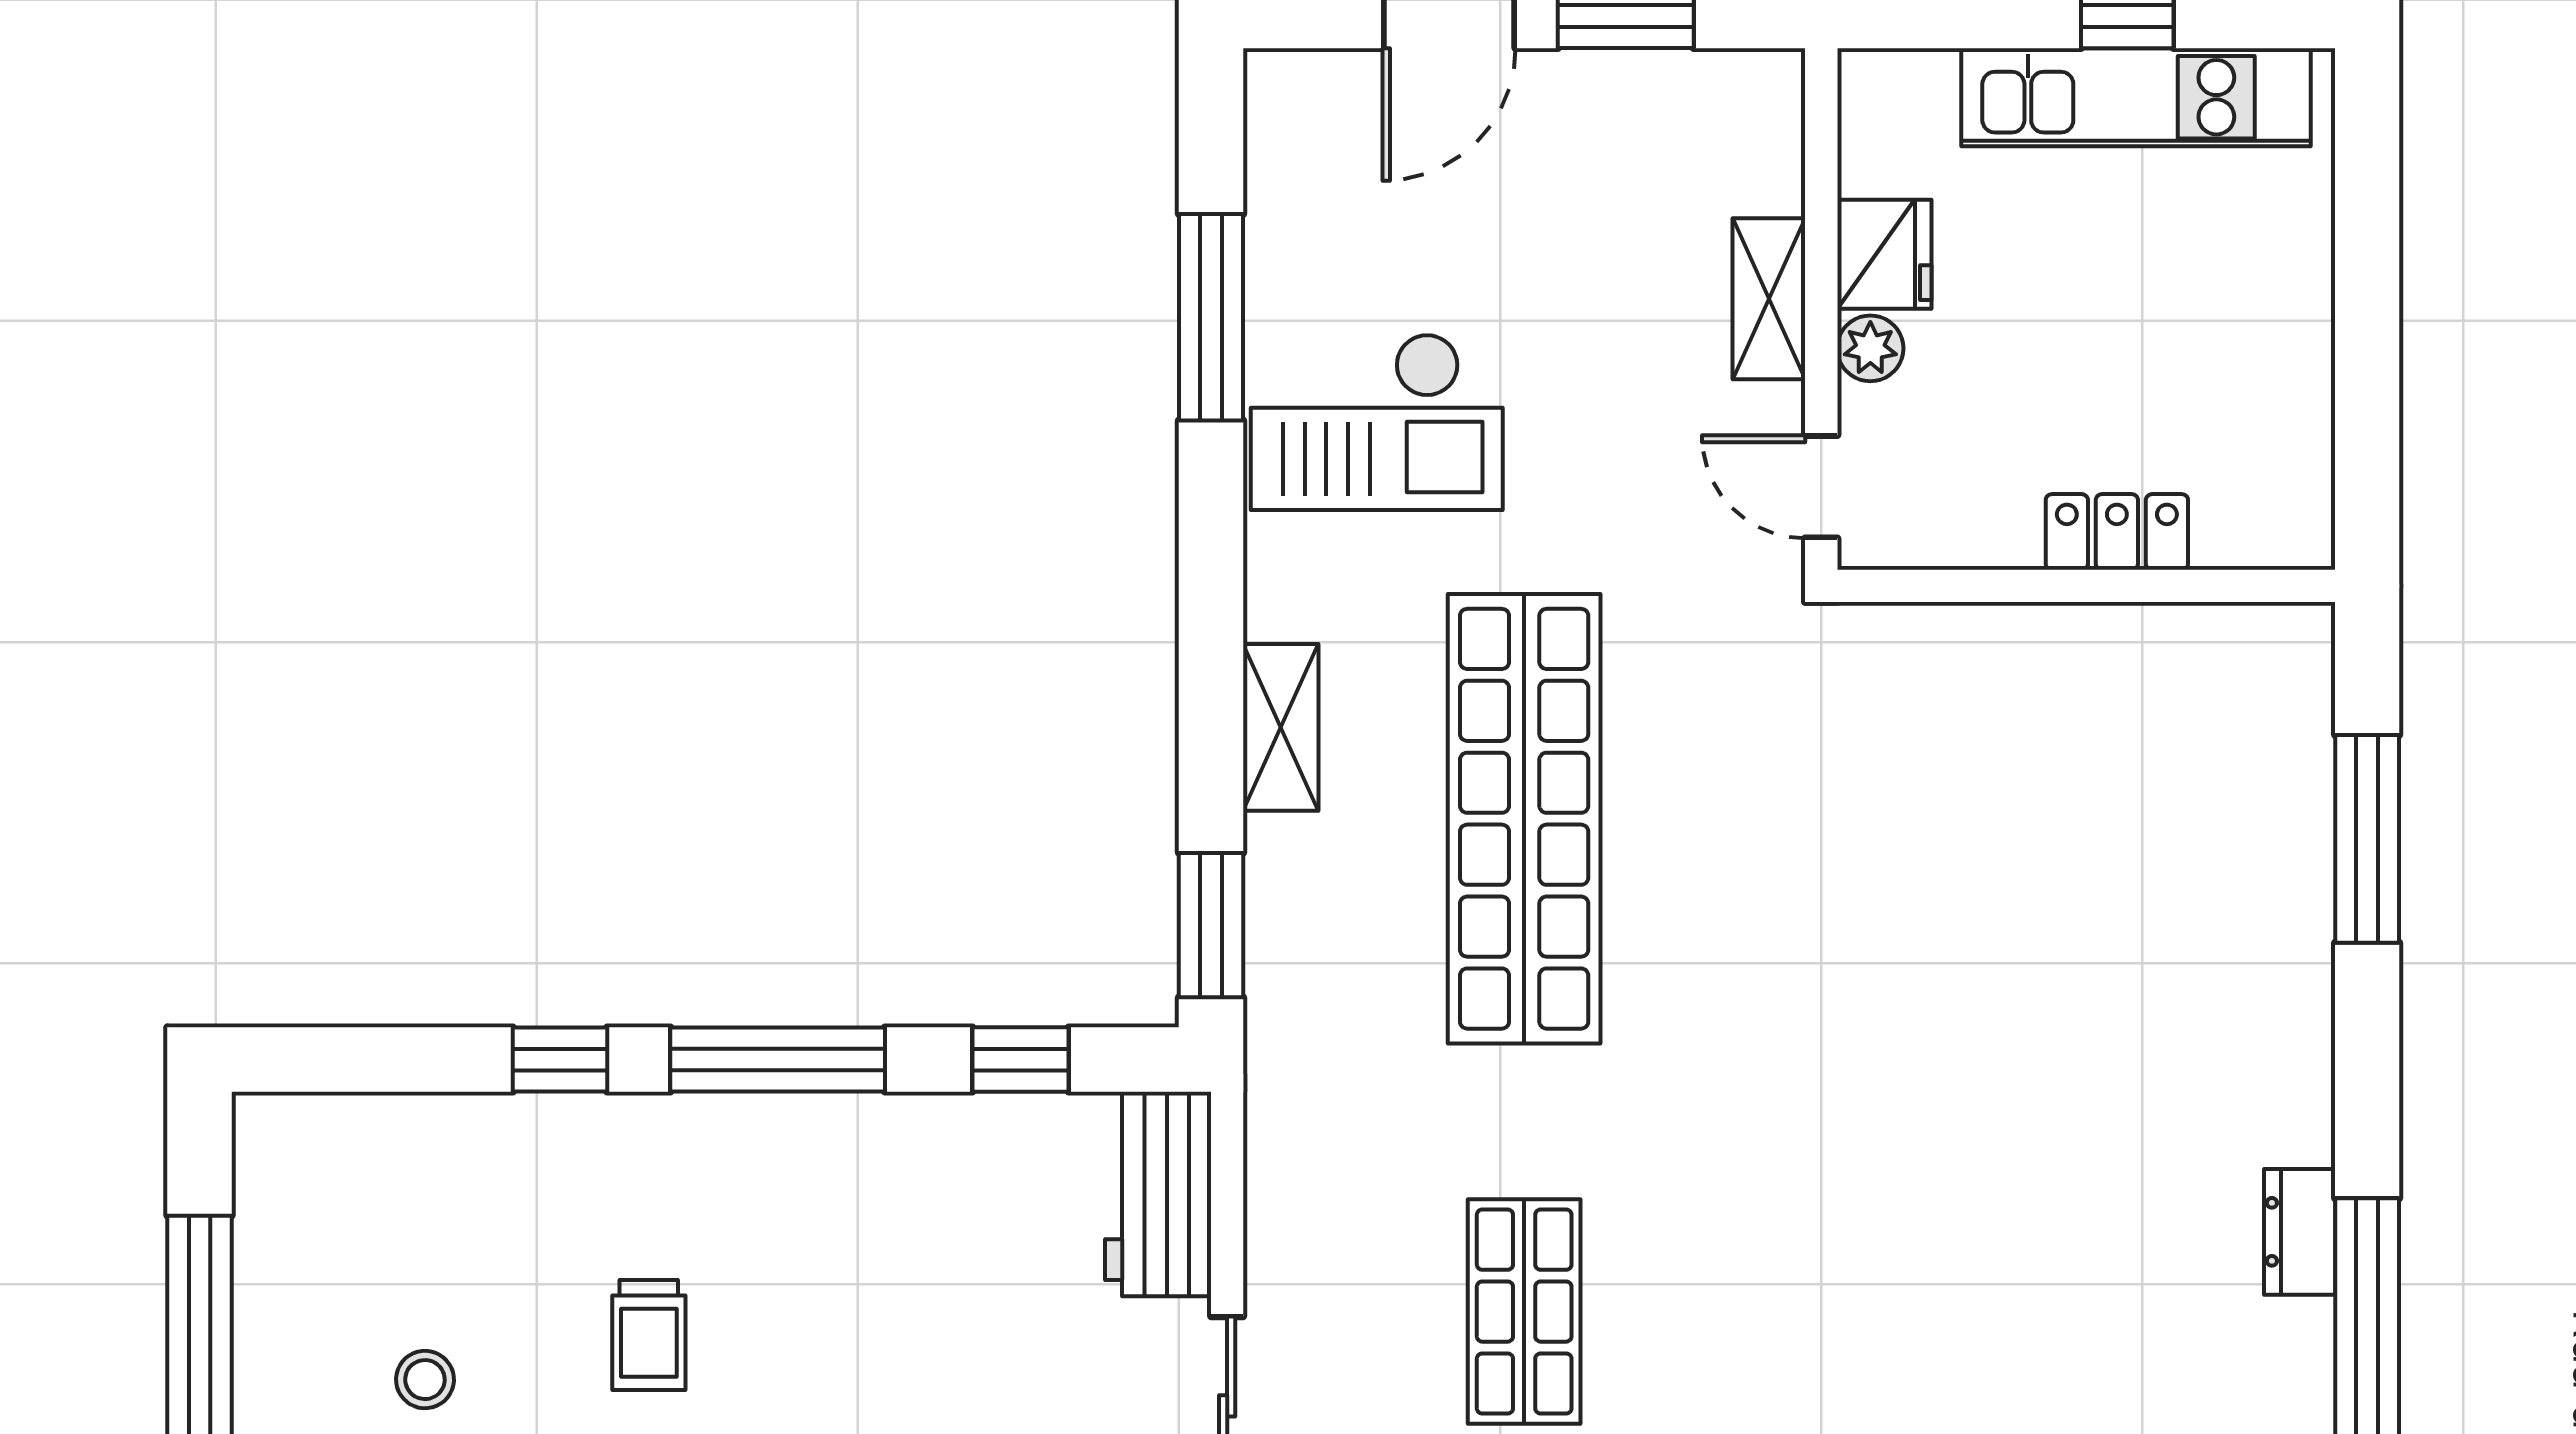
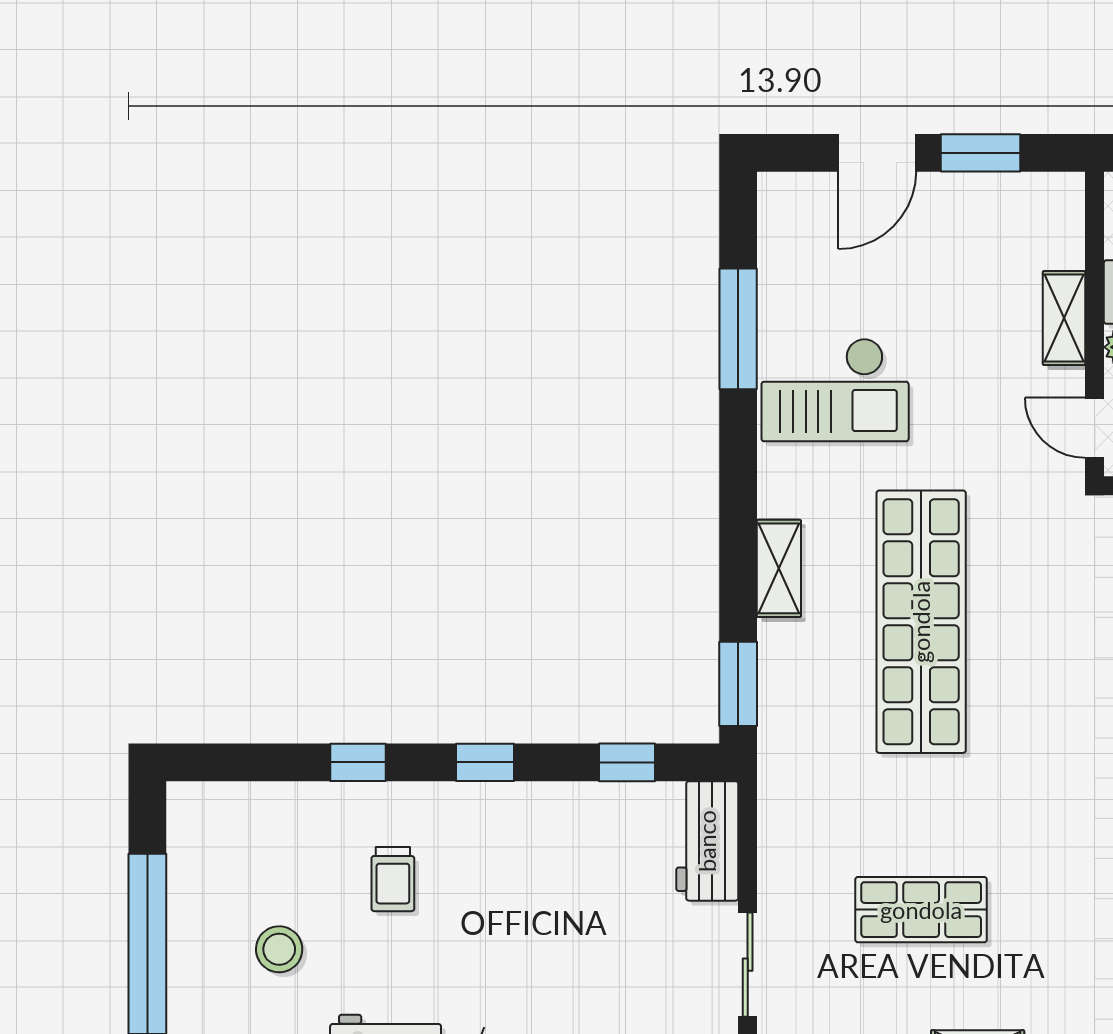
window: (778, 1060) -> (485, 762), width x0.46
shop shelf: (1524, 1312) -> (921, 910), turned 90
trolley: (649, 1335) -> (393, 879), moved
stool: (425, 1380) -> (279, 949), width x1.37, depth x1.37

